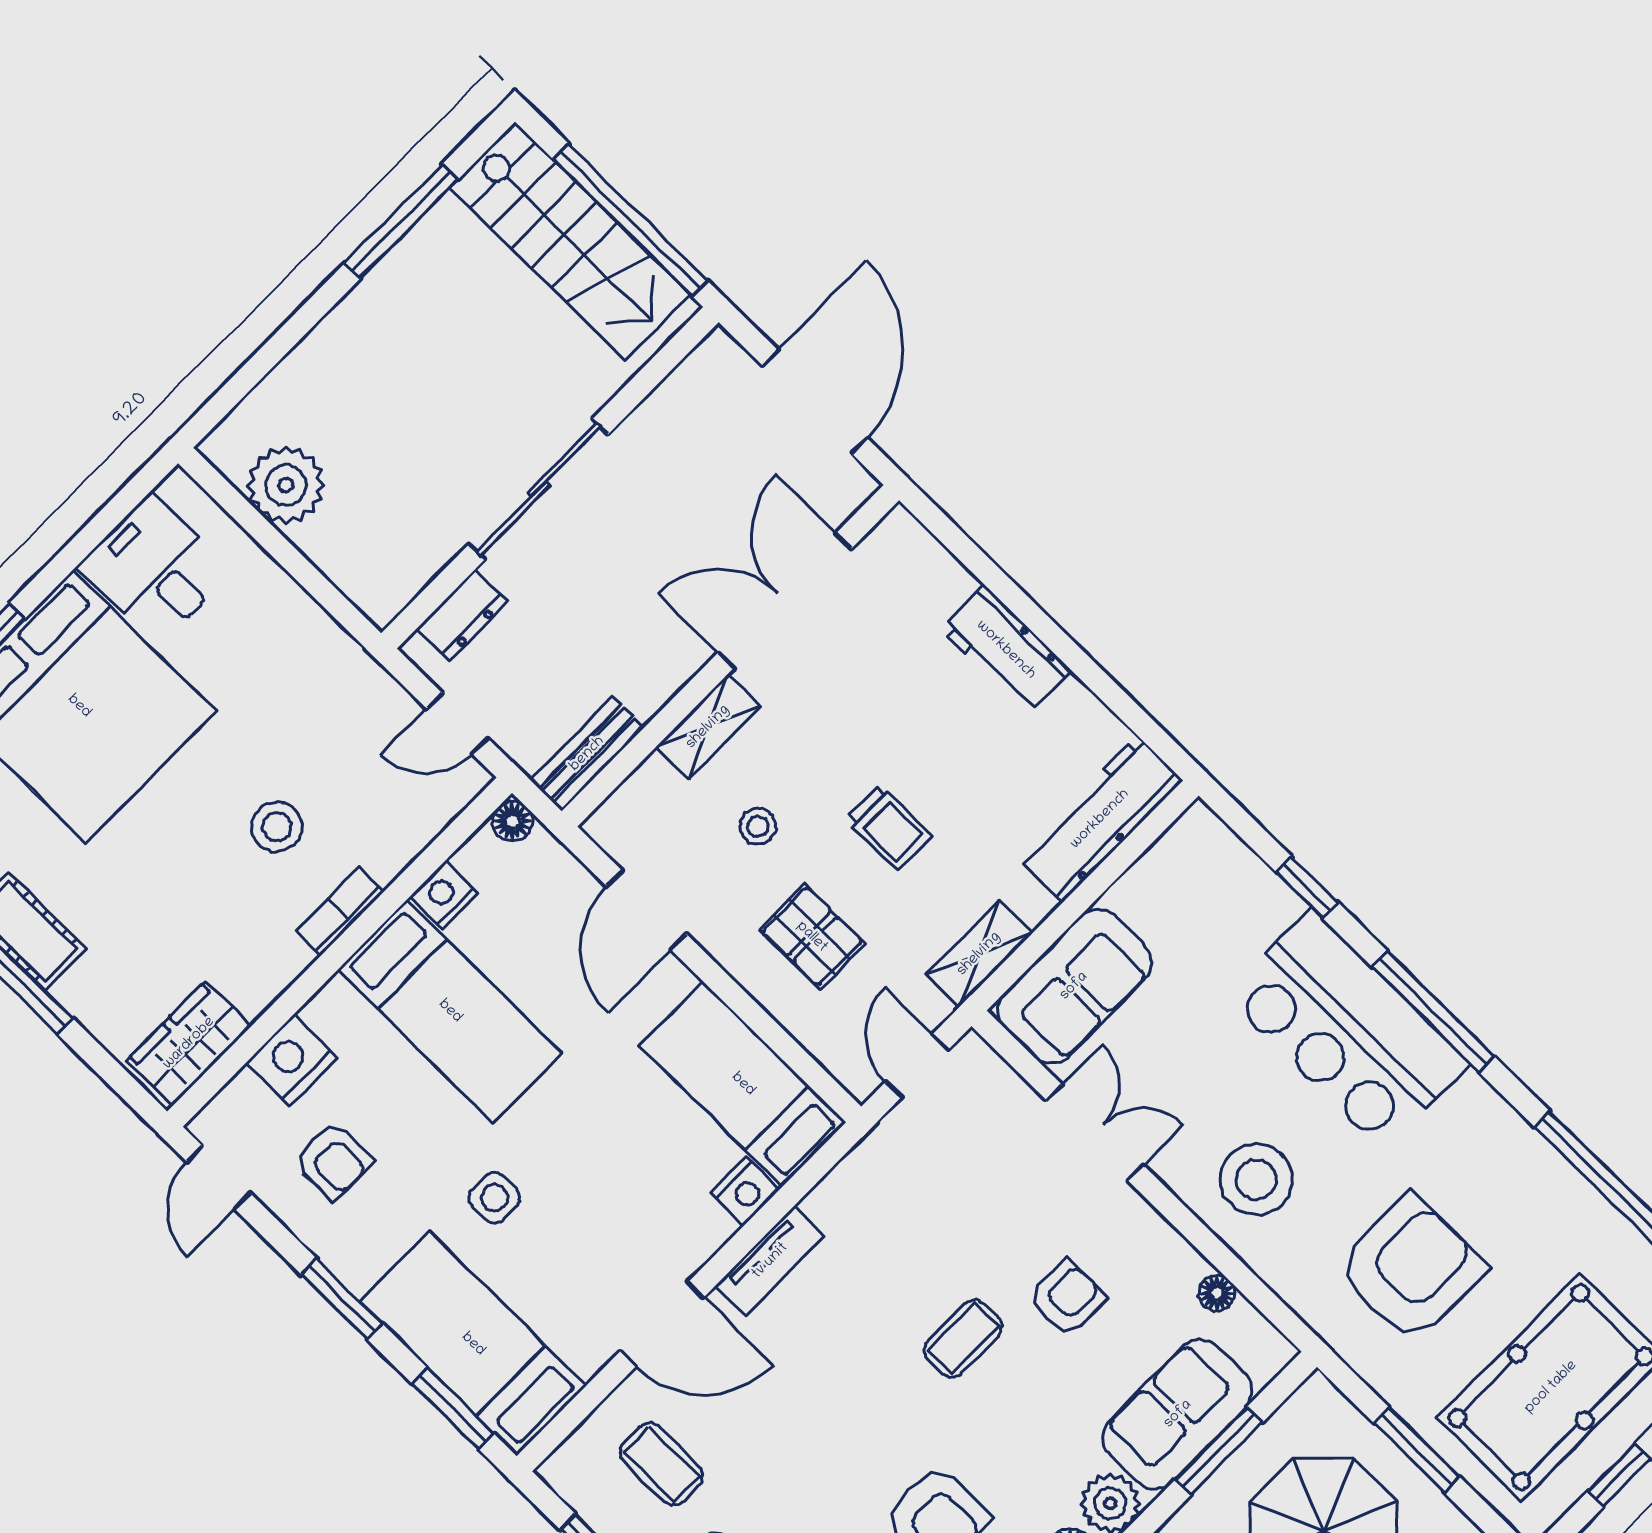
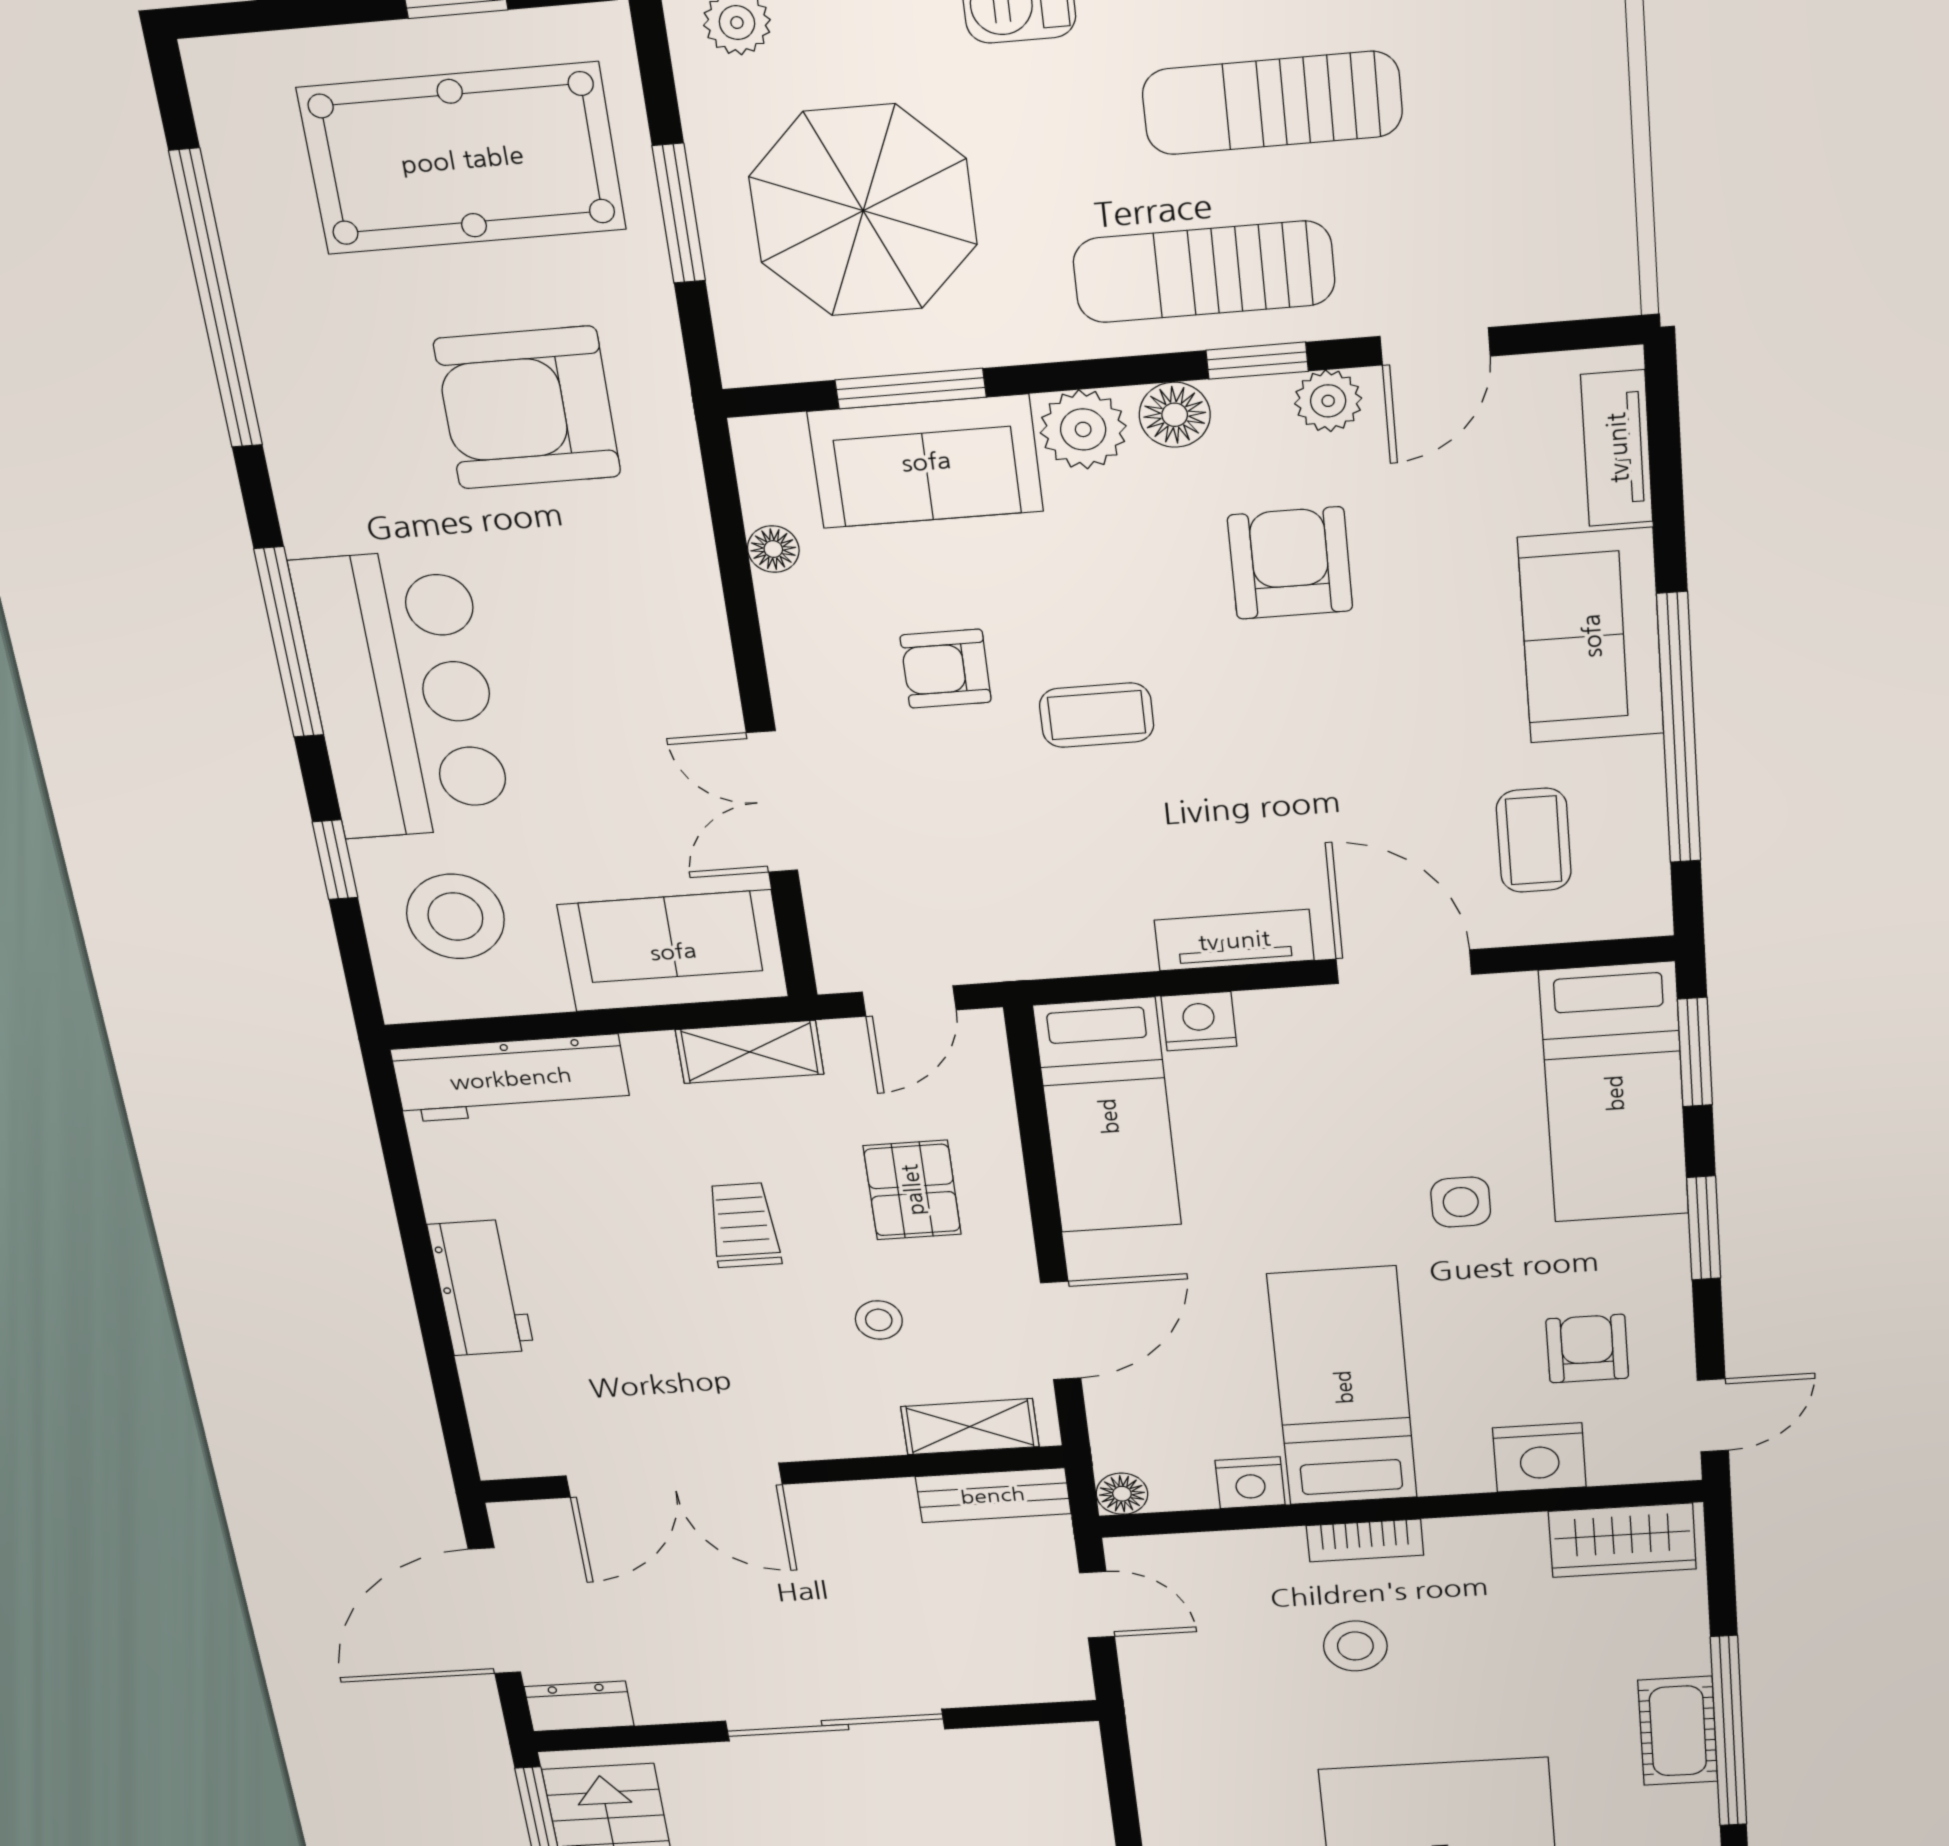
dresser: (462, 615) -> (579, 1706), moved
shelving: (708, 727) -> (970, 1427), moved
stool: (1256, 1179) -> (455, 917), moved

